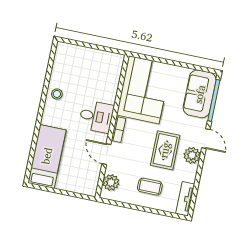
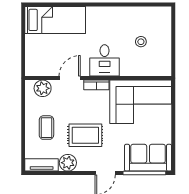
stool: (57, 94) -> (141, 42), moved
plant: (192, 155) -> (68, 163), moved

